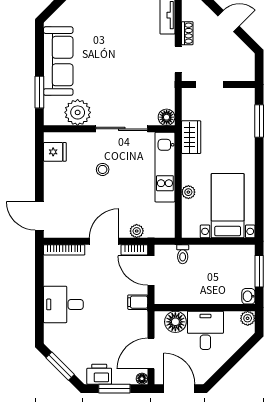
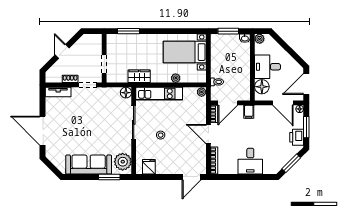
plant: (78, 112) -> (123, 162), moved
plant: (137, 231) -> (202, 92), moved

